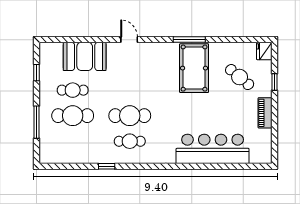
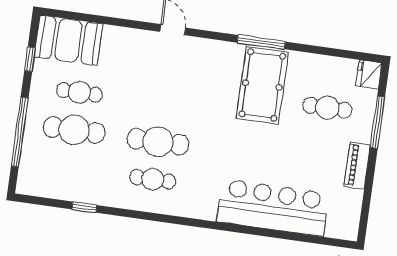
booth: (85, 56) -> (68, 40), moved
cafe table: (240, 77) -> (327, 108), turned -40
window: (274, 82) -> (378, 122), width x2.17
window: (37, 122) -> (20, 132), width x1.46
window: (107, 166) -> (84, 207), moved

